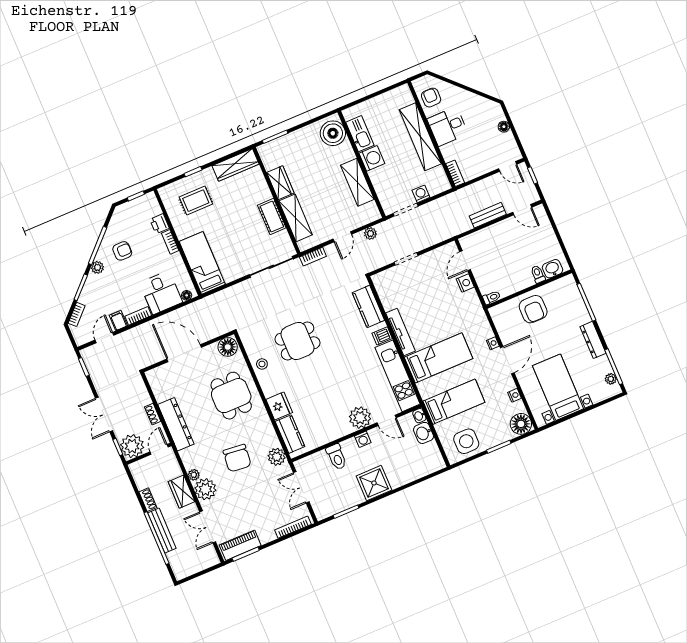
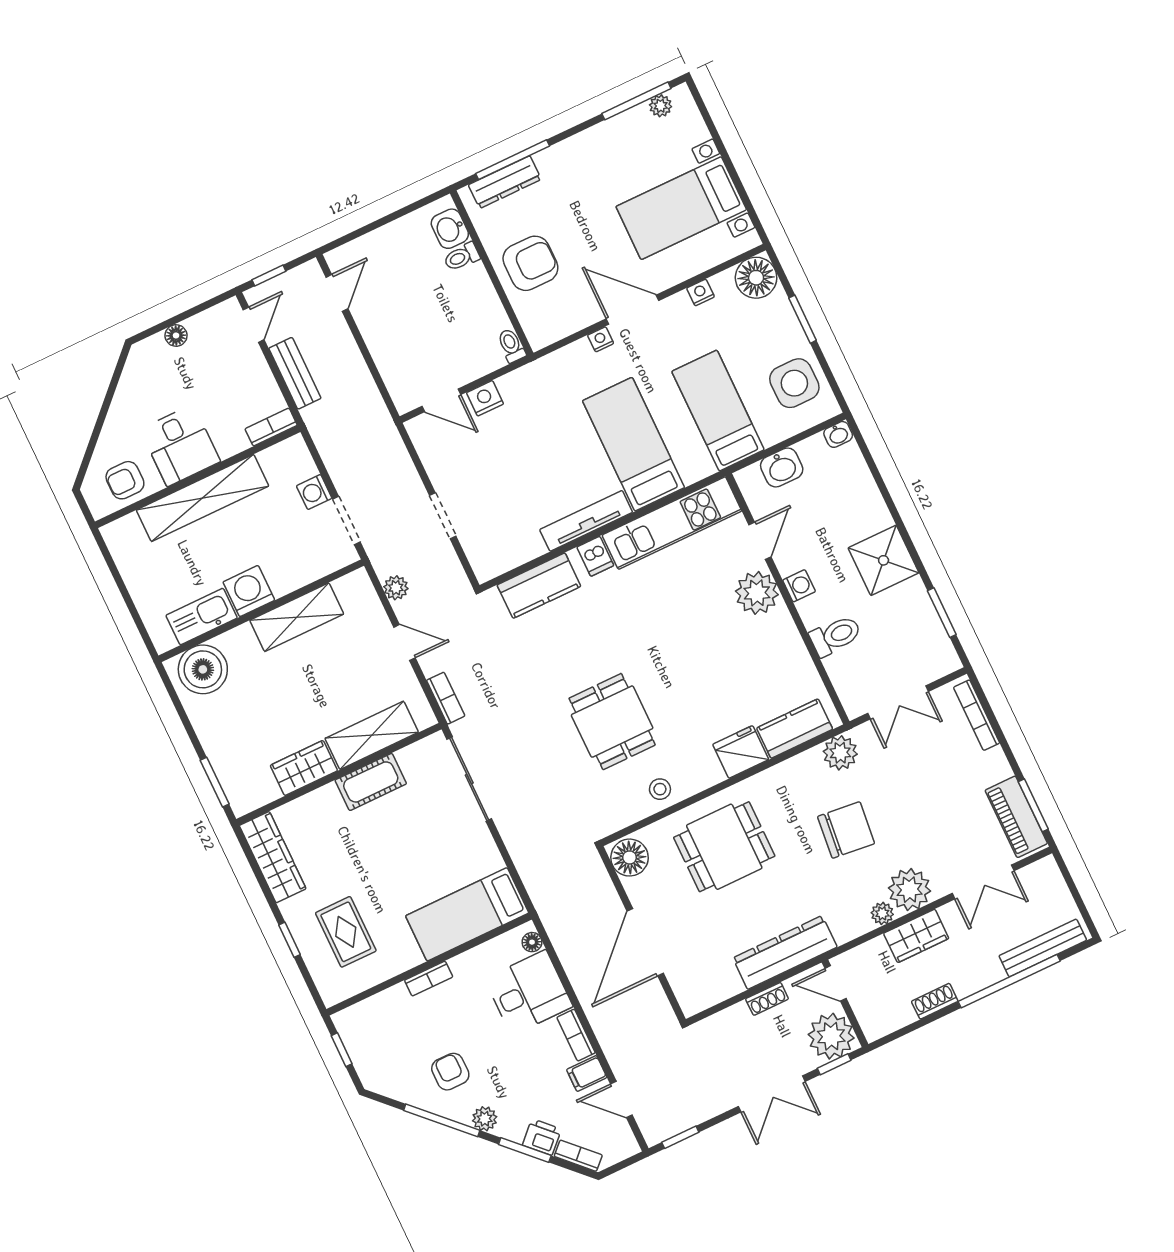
bench: (488, 215) -> (295, 373), moved
printer: (160, 224) -> (542, 1137), moved, turned -135
dresser: (593, 340) -> (505, 182), moved
washbasin: (419, 416) -> (838, 434), moved
bench: (162, 531) -> (1043, 948), moved

